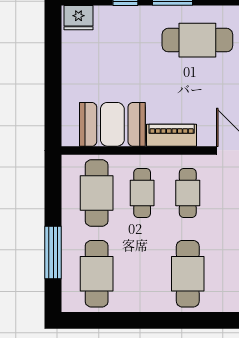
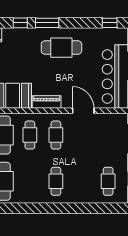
cafe table: (188, 274) -> (56, 181), width x0.73, depth x0.74

